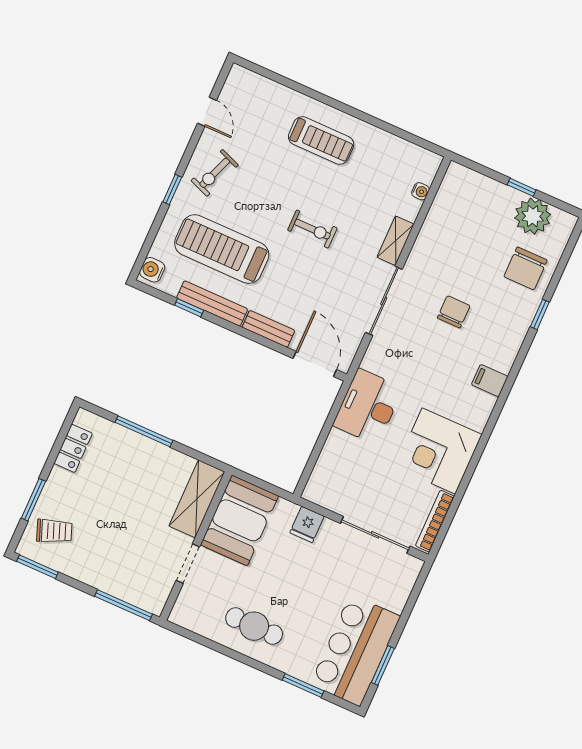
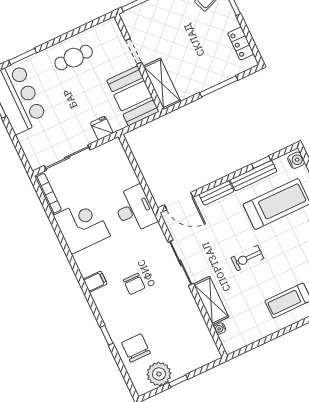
shelving: (396, 241) -> (211, 301), width x1.50, depth x1.33
chair: (454, 312) -> (134, 284), moved

